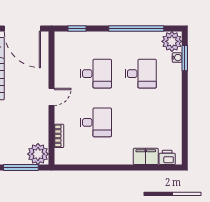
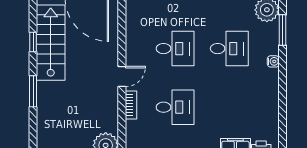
water cooler: (177, 58) -> (273, 61), moved
bookcase: (59, 136) -> (131, 105), moved

